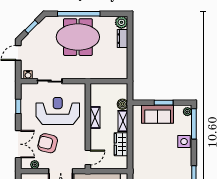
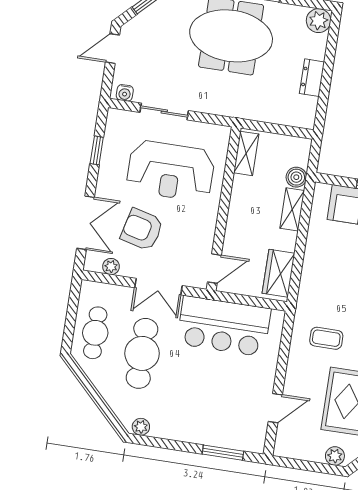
dresser: (123, 39) -> (312, 78), moved
reception desk: (58, 111) -> (171, 171), turned 180
shelving: (95, 118) -> (246, 153), moved
wardrobe: (121, 144) -> (279, 273), moved

